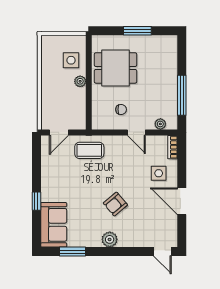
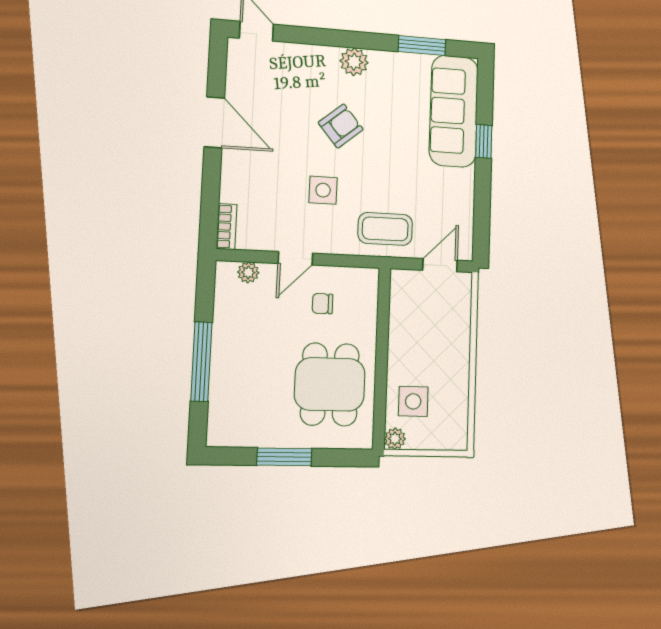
dining table: (116, 68) -> (330, 384), turned 90
plant: (80, 81) -> (395, 439), moved
window: (182, 95) -> (201, 362), moved
door: (136, 132) -> (295, 258), swing flipped
side table: (159, 173) -> (323, 190), moved
sofa: (54, 225) -> (454, 111), width x1.36

